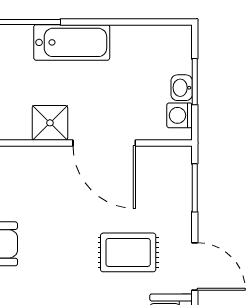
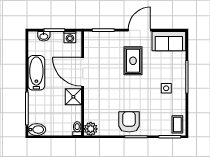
bathtub: (72, 42) -> (36, 73), moved
washbasin: (182, 88) -> (44, 36), moved
door: (104, 143) -> (83, 72), swing flipped

